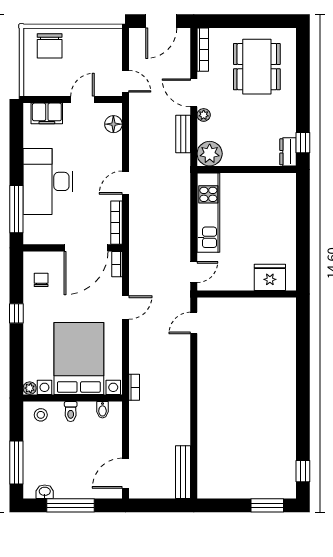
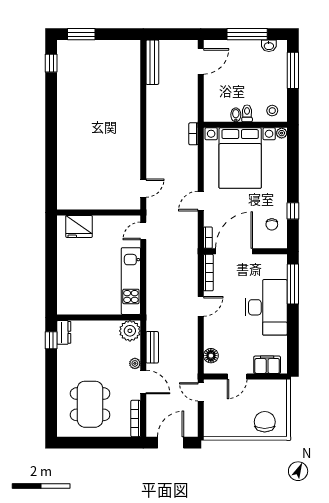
window: (16, 313) -> (293, 211), moved
bidet: (102, 410) -> (236, 115), moved

